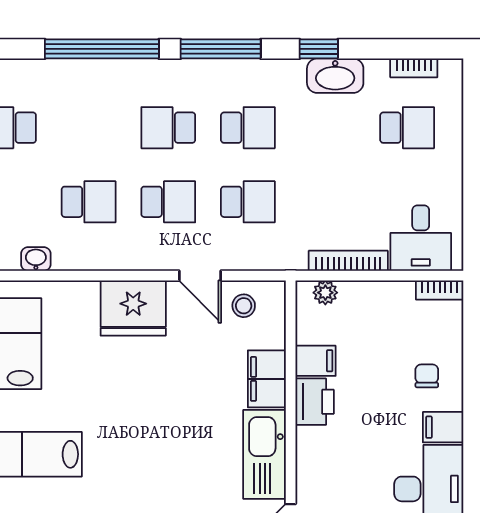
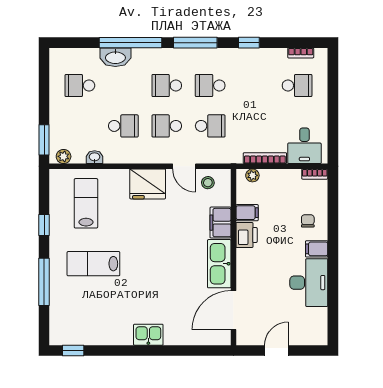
washbasin: (335, 76) -> (115, 57), moved
school desk: (248, 128) -> (210, 86), turned 180
school desk: (168, 202) -> (167, 126), turned 180

